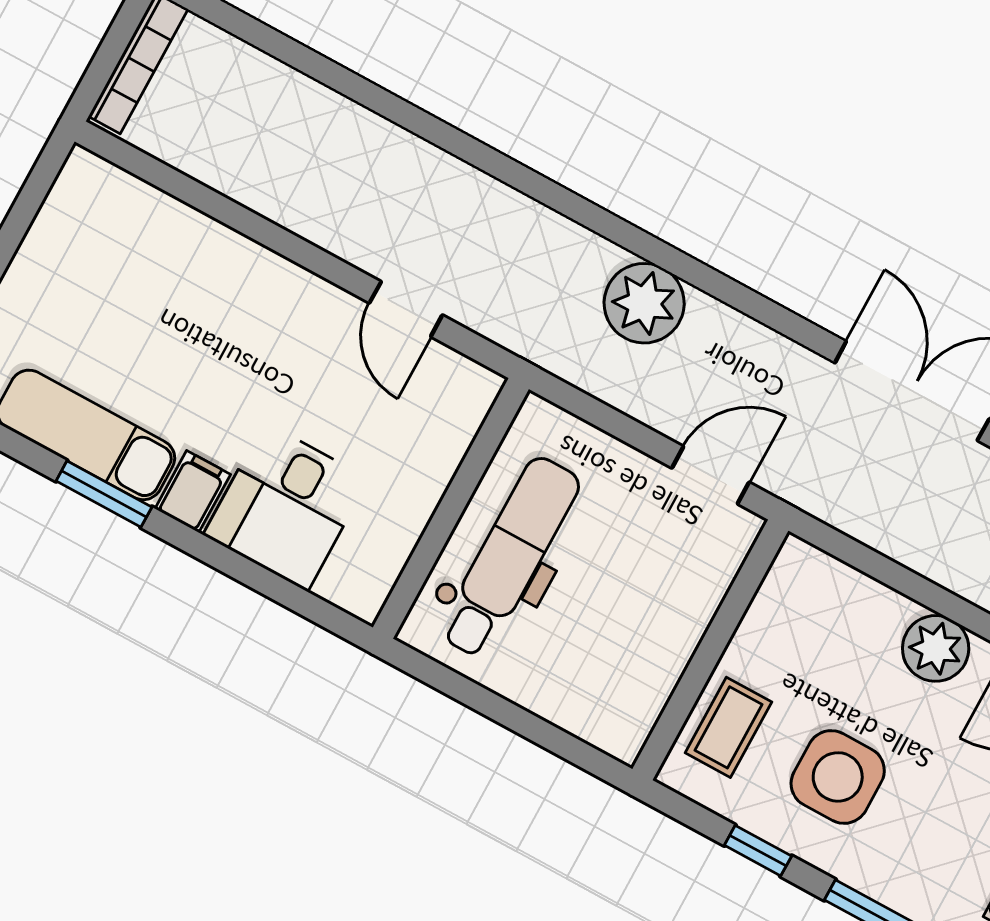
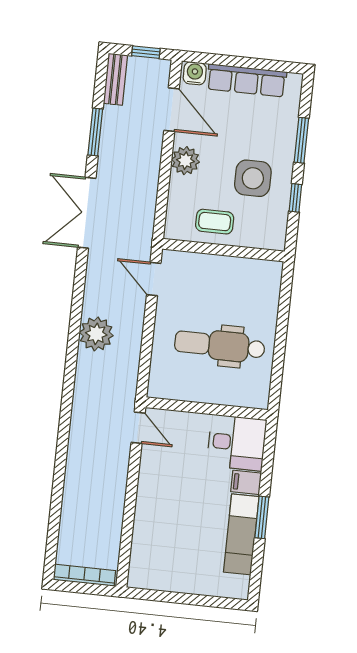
door: (406, 309) -> (138, 428), hinge flipped
wall: (451, 508) -> (207, 409), moved
coffee table: (728, 727) -> (215, 222), moved

